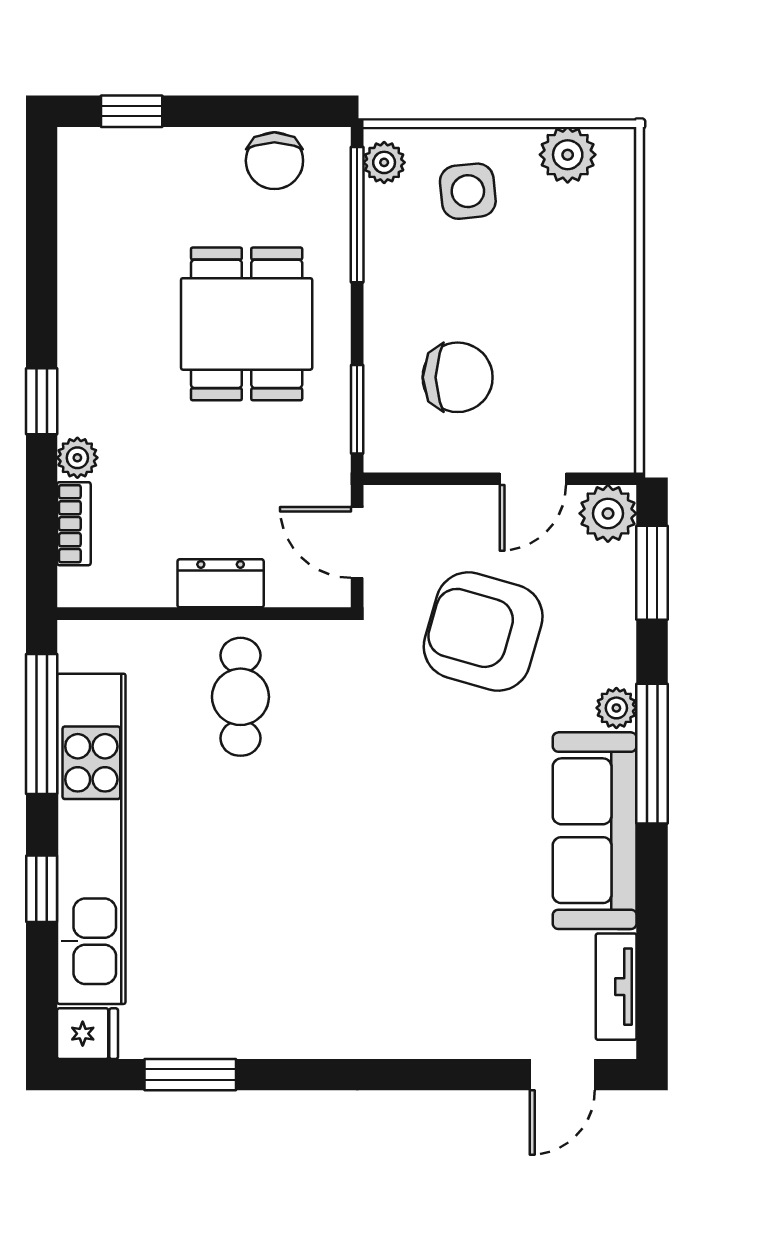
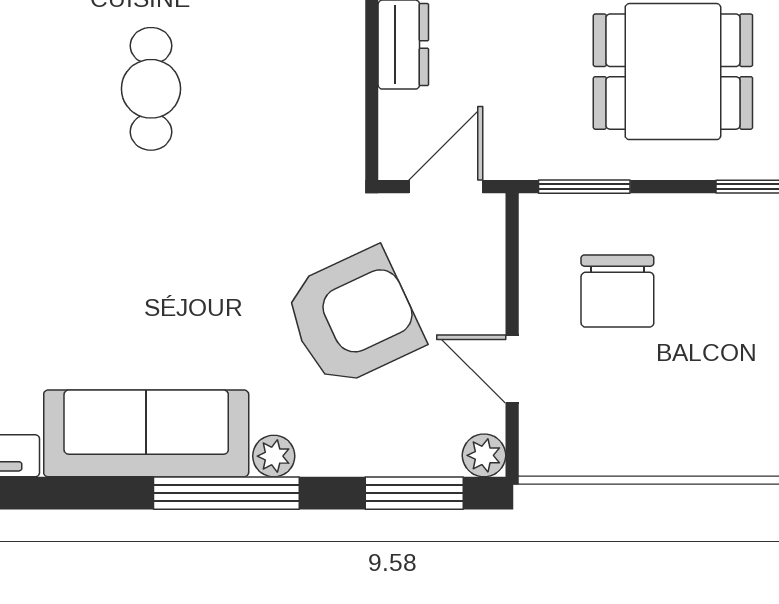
plant: (608, 513) -> (484, 455), width x0.73, depth x0.73
armchair: (483, 632) -> (353, 317), turned 49
cafe table: (240, 697) -> (151, 89), moved, turned 90

